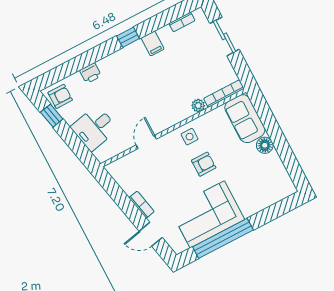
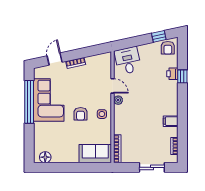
window: (128, 37) -> (182, 76), moved
plant: (198, 106) -> (118, 100), moved
desk: (94, 128) -> (128, 61), moved
floor lamp: (265, 145) -> (45, 157), moved

